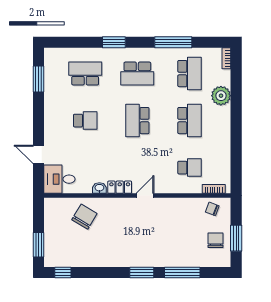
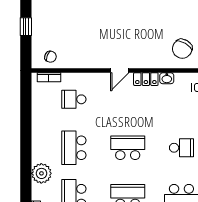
school desk: (85, 121) -> (181, 148), turned 180
school desk: (137, 121) -> (128, 148), turned -90
window: (236, 238) -> (26, 27), width x0.67
chair: (215, 240) -> (47, 24), removed

